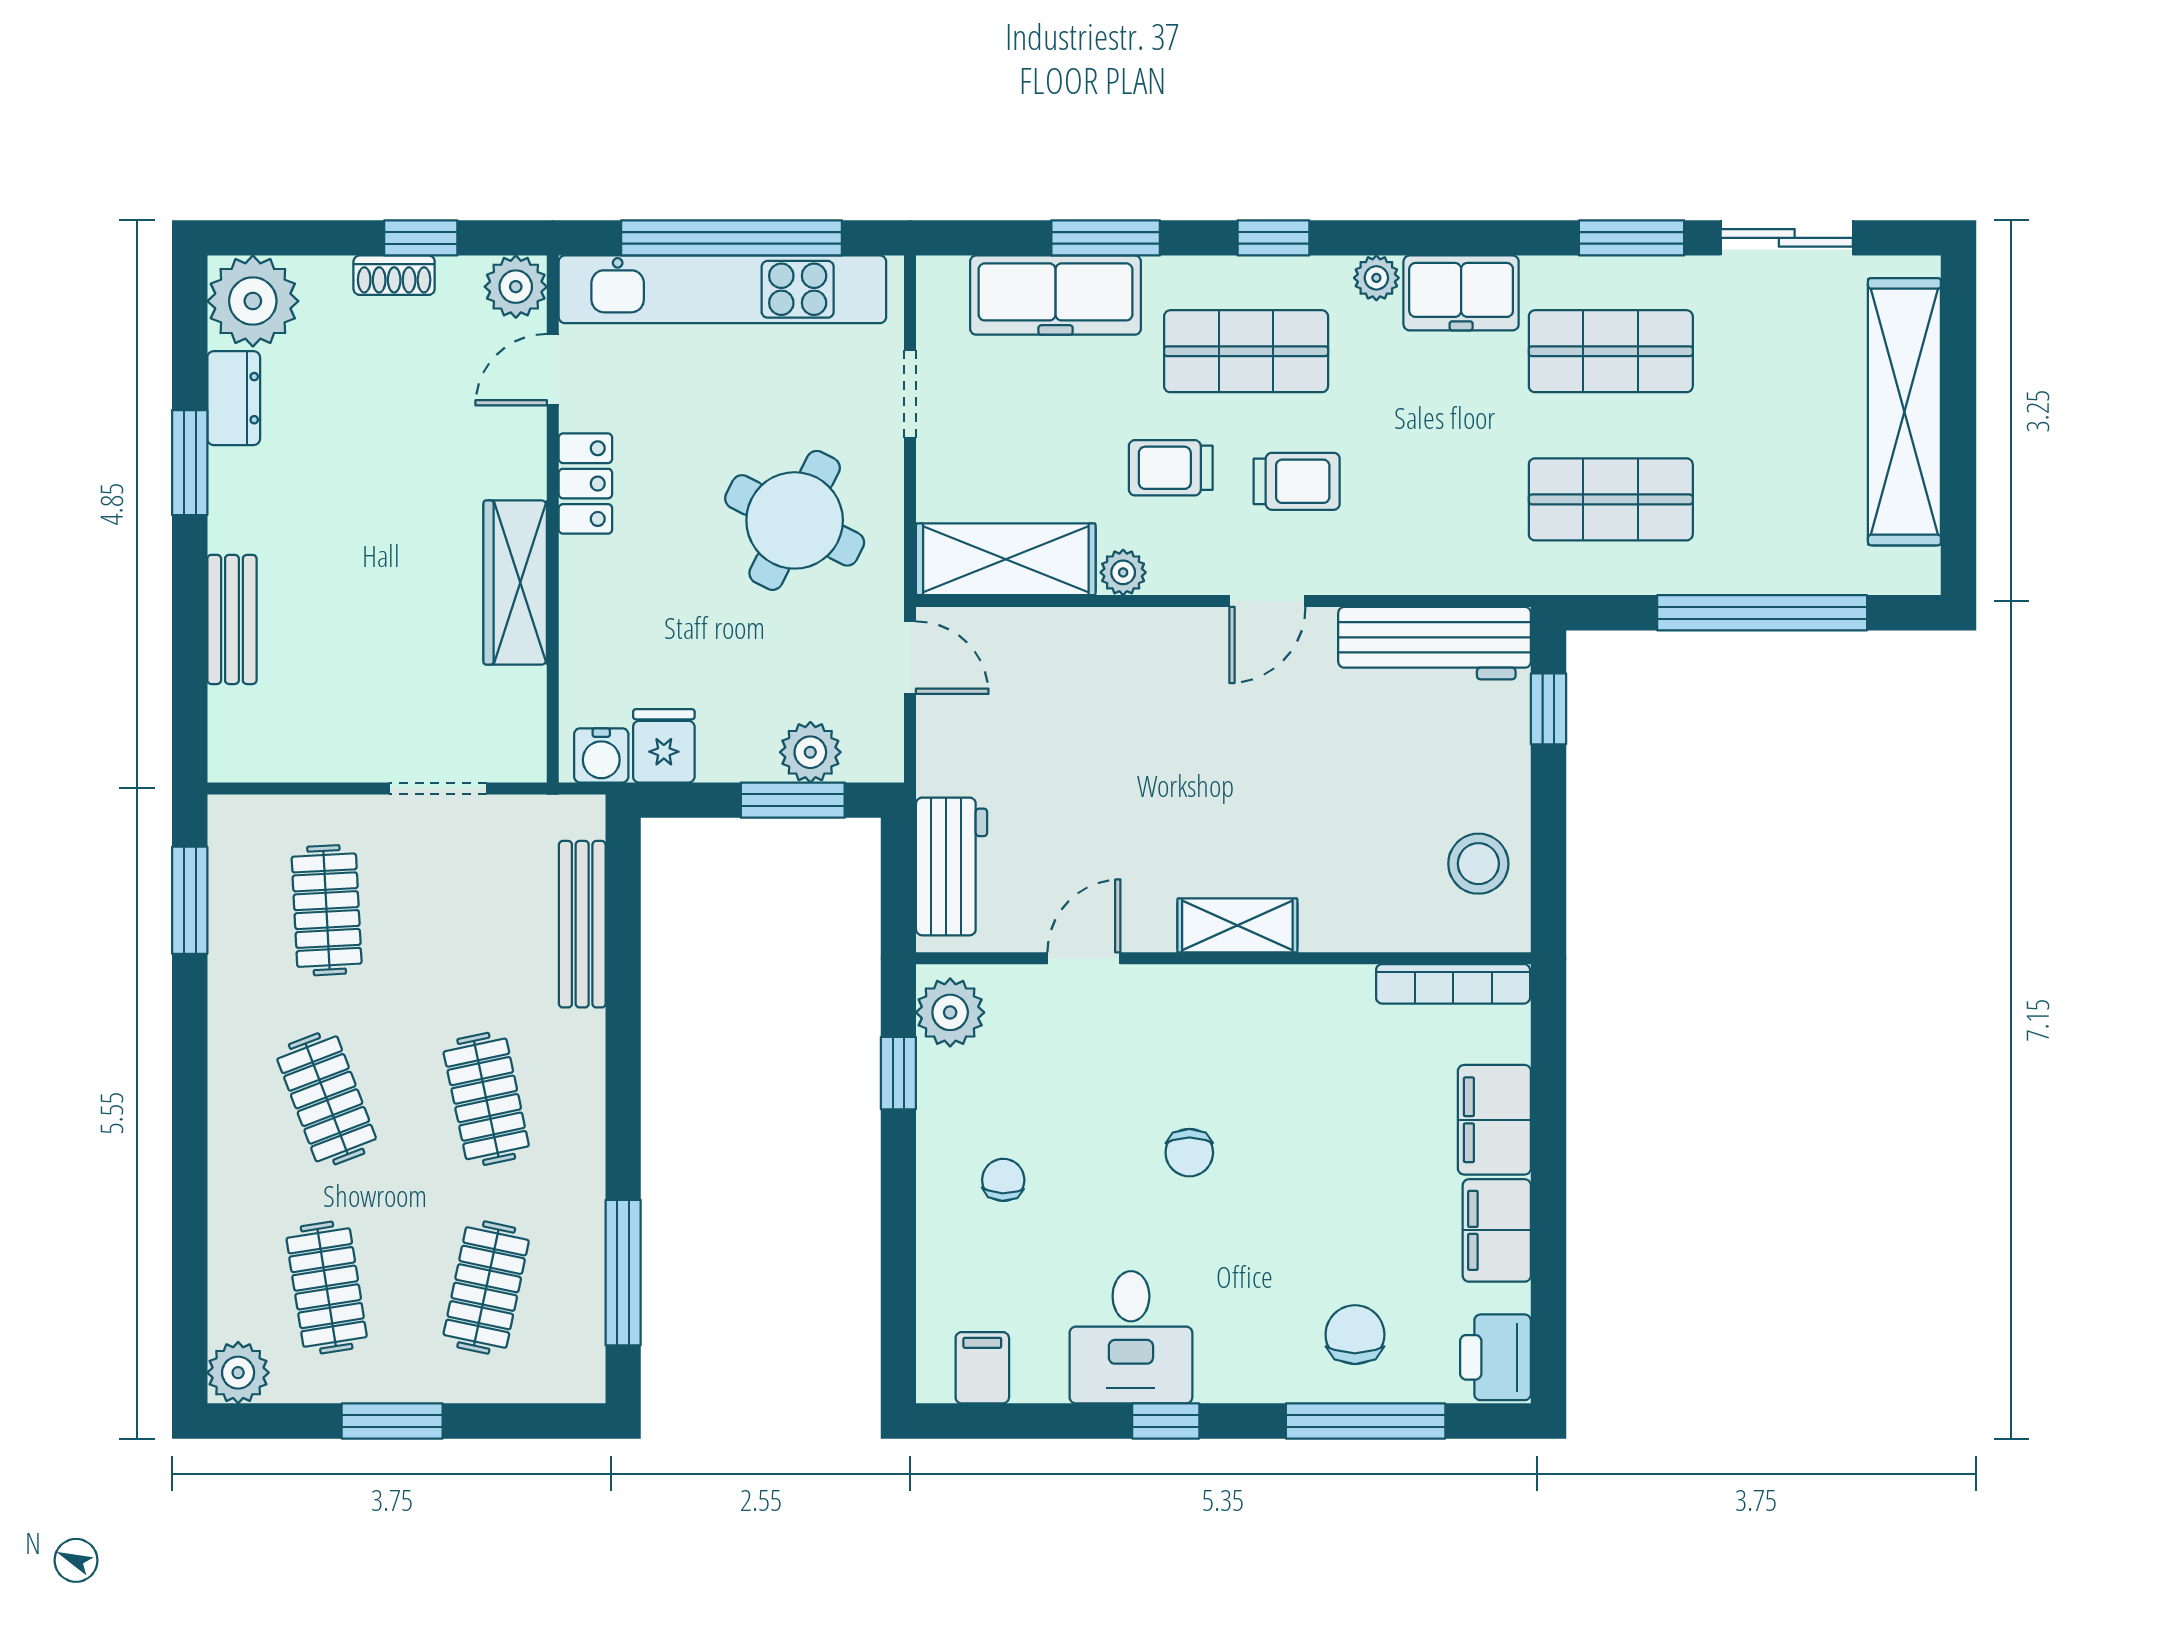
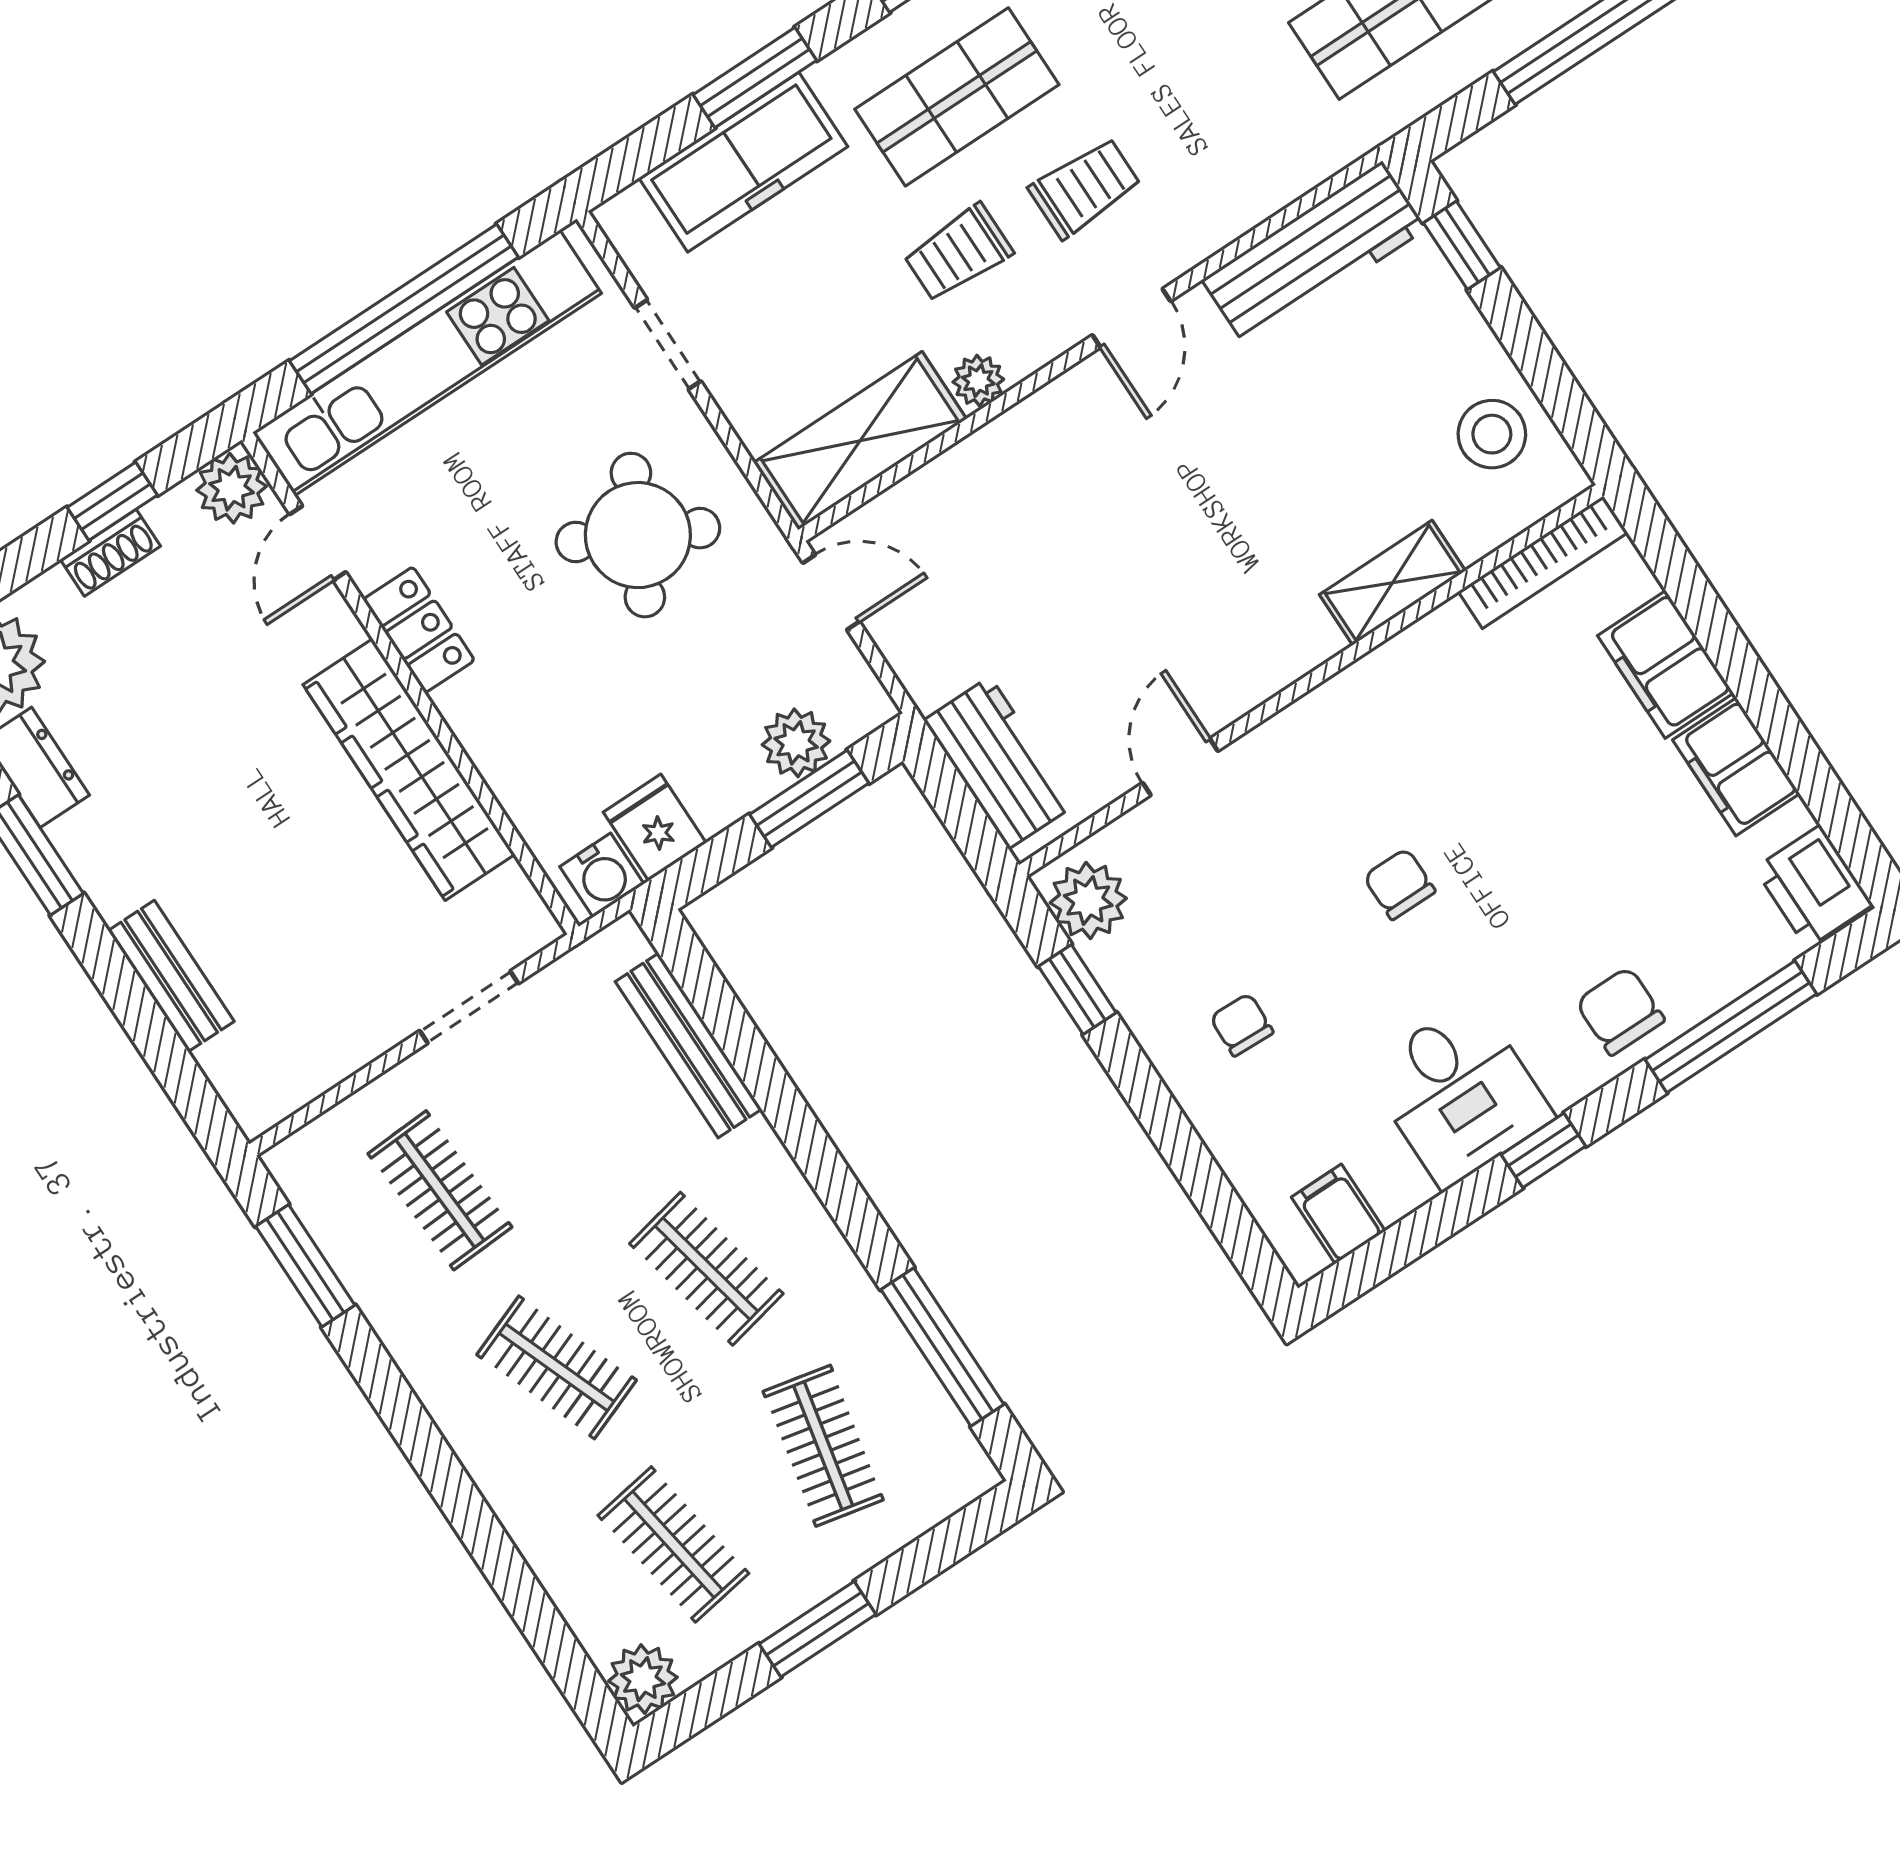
wardrobe: (515, 582) -> (409, 770), width x1.40, depth x1.17
shelving: (1237, 925) -> (1392, 583), moved
chair: (1189, 1153) -> (1399, 884), turned 180
chair: (1355, 1335) -> (1620, 1011), moved

